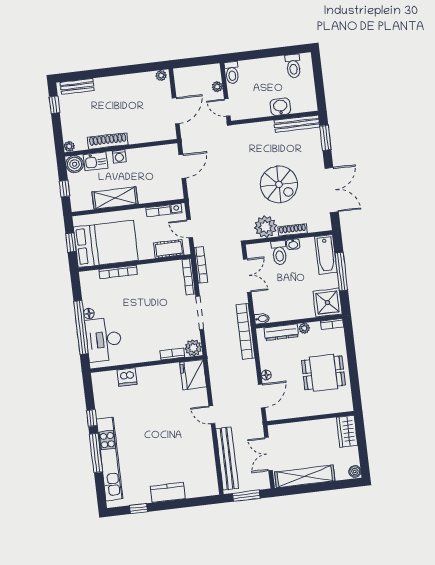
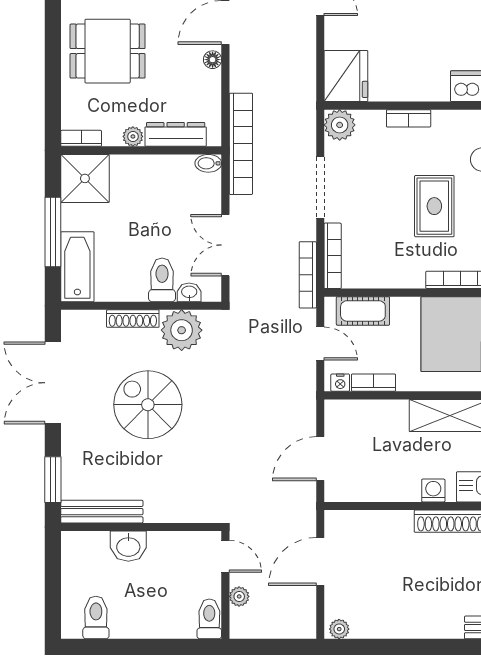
washbasin: (293, 244) -> (189, 292), moved
rug: (137, 310) -> (434, 206), added
bookcase: (172, 354) -> (409, 118), moved

